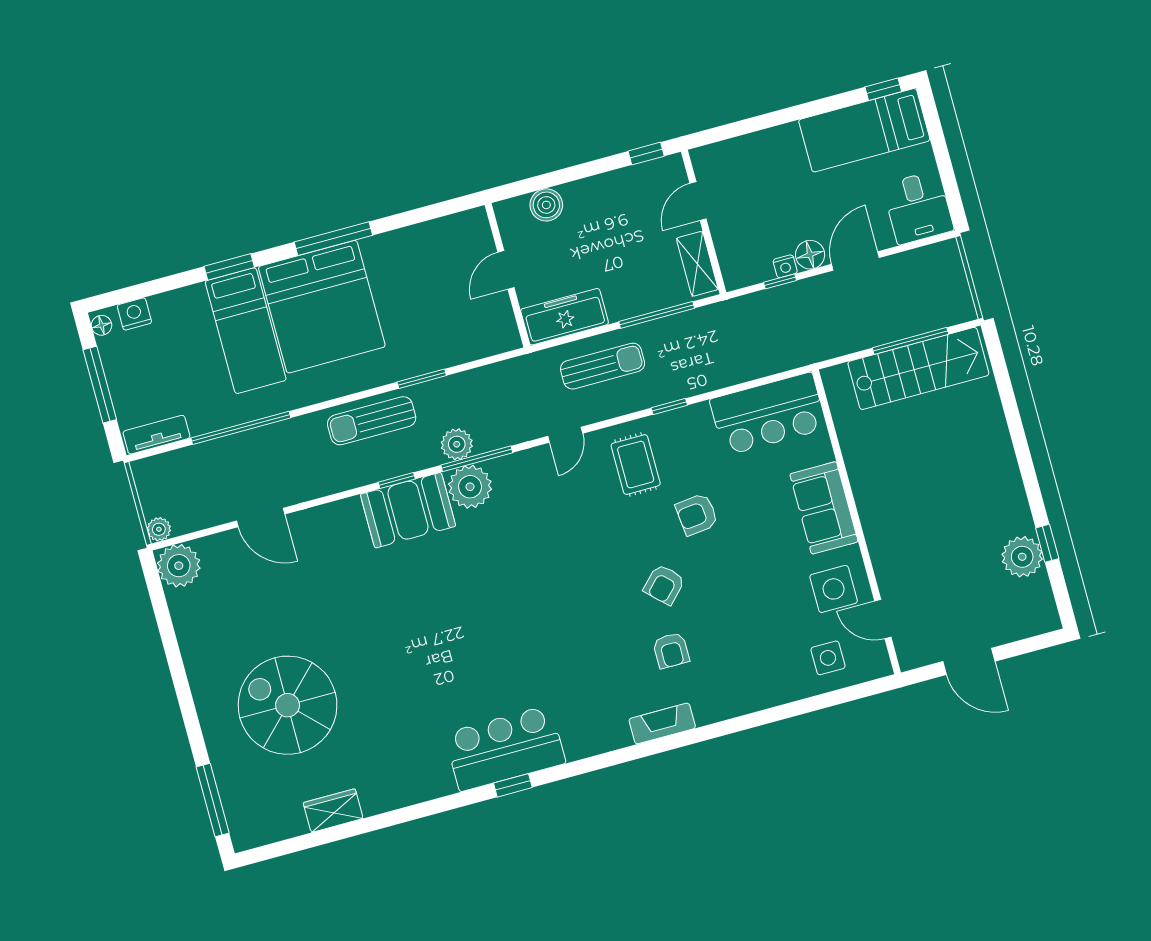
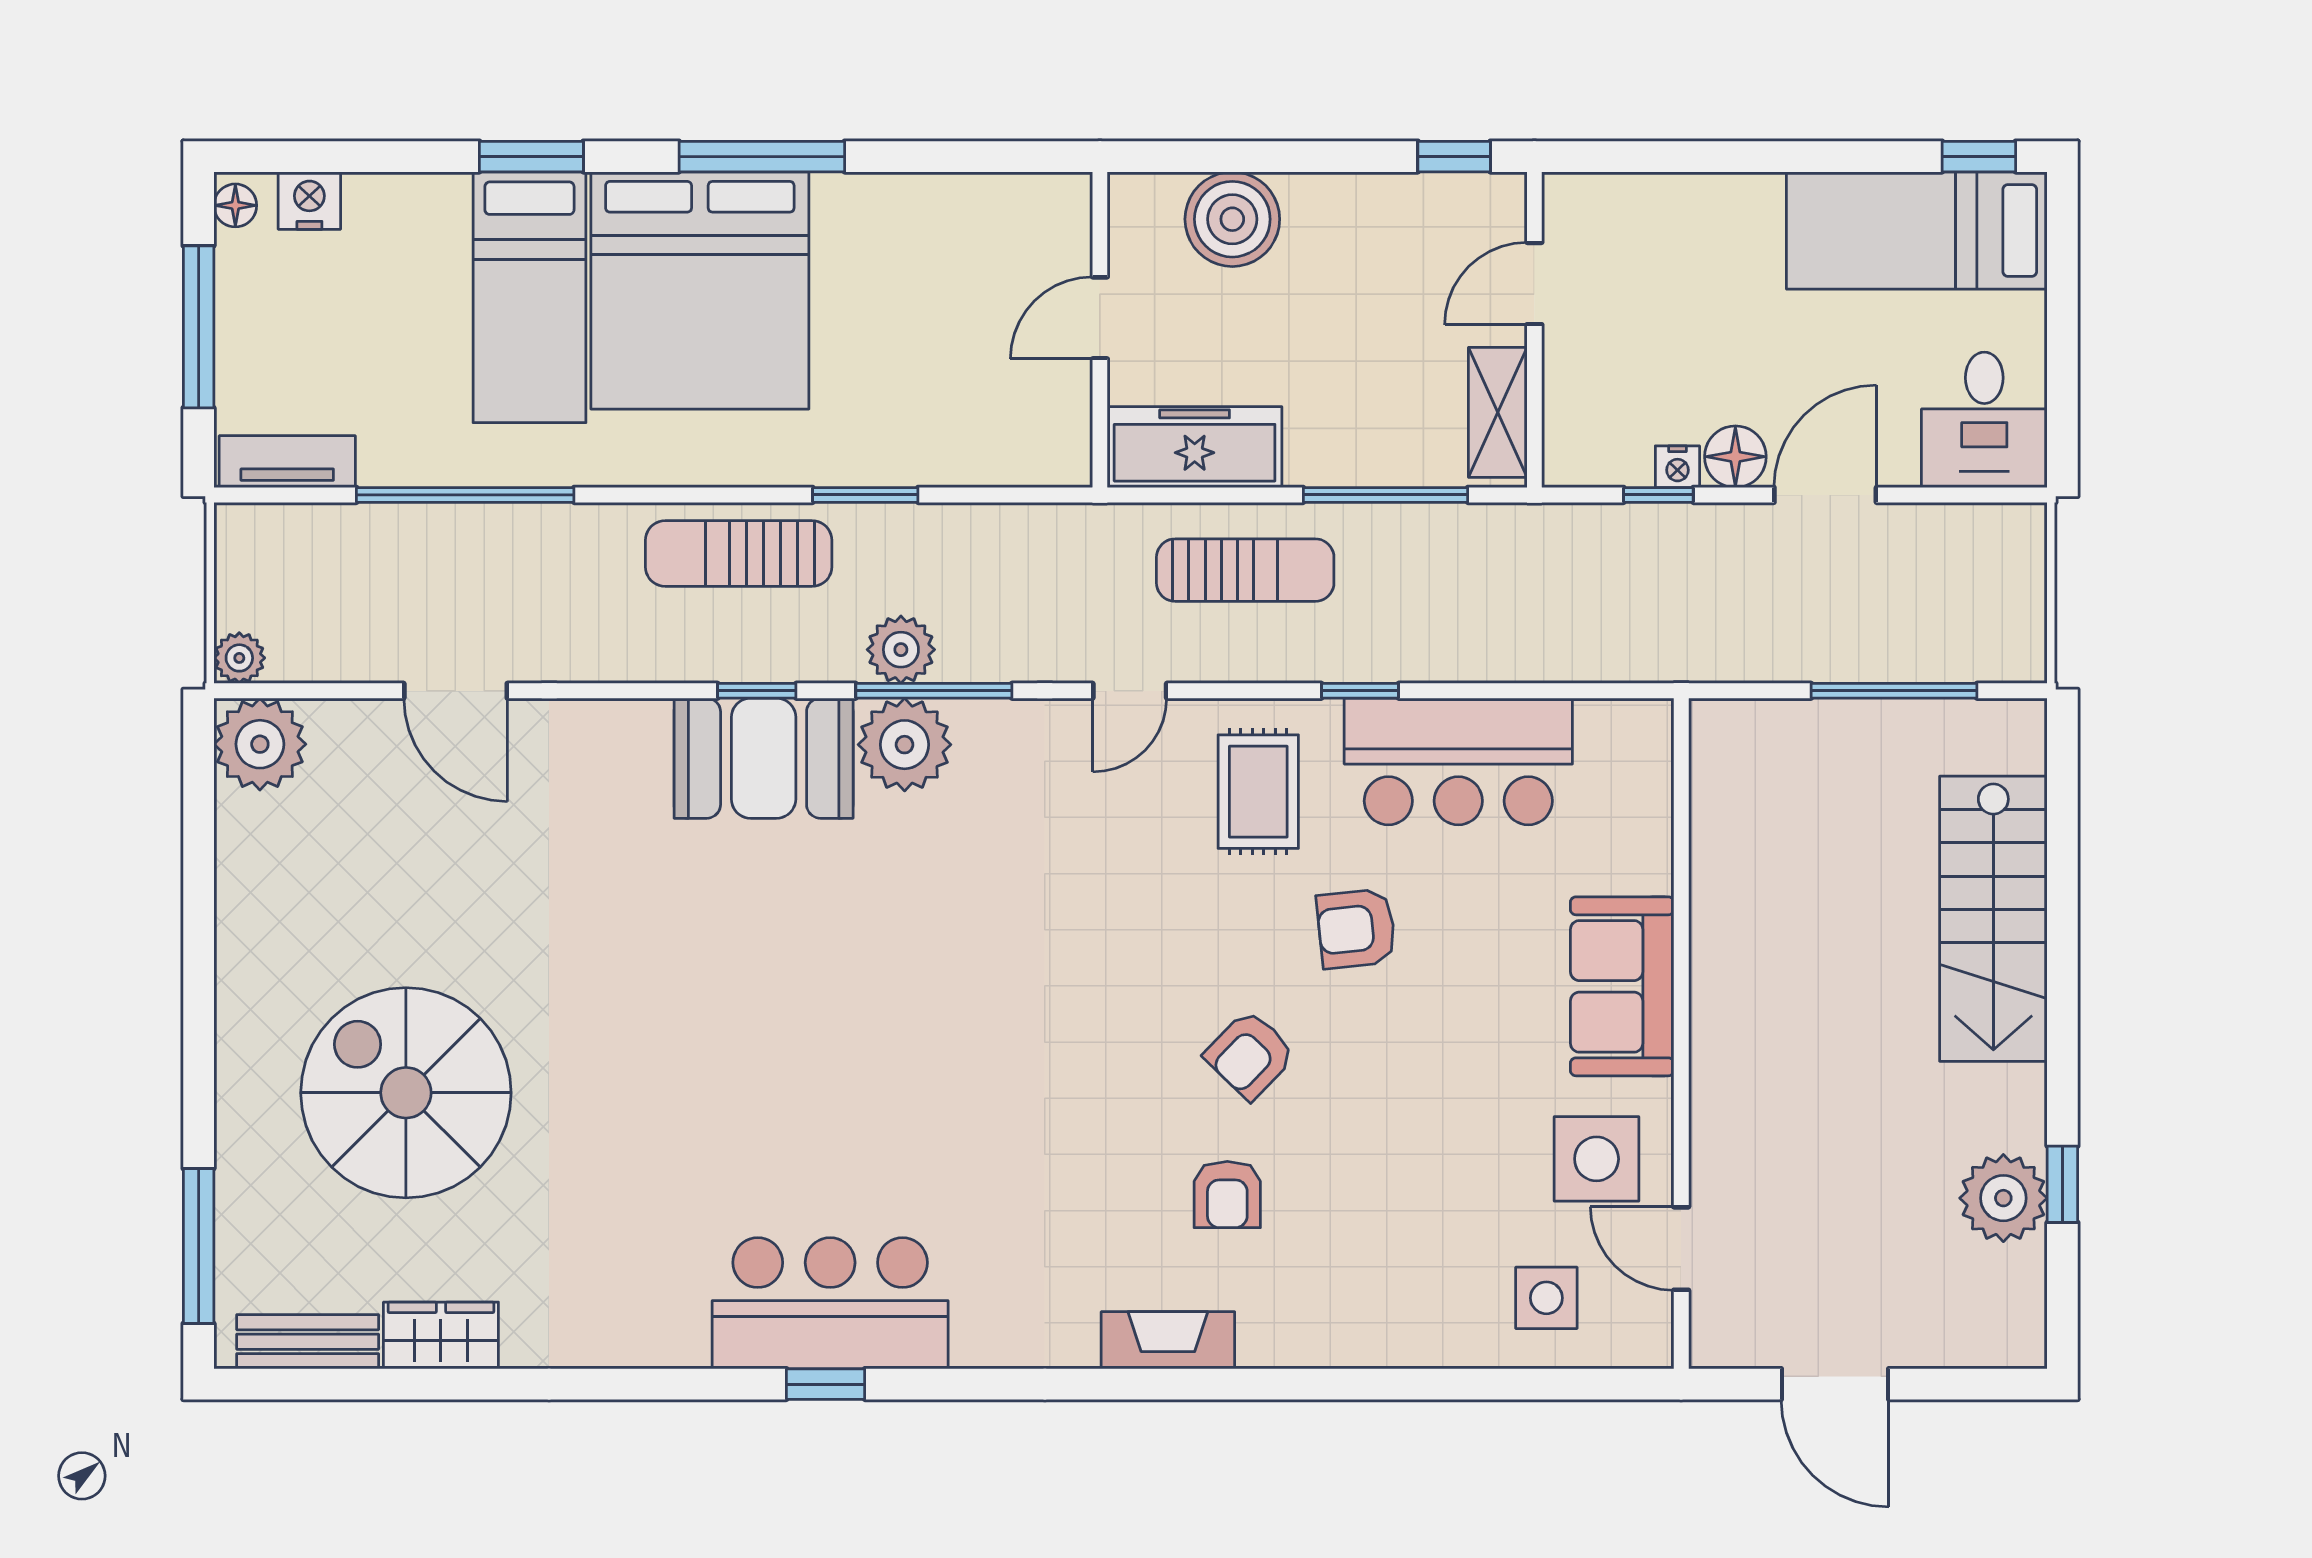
boiler: (546, 205) -> (1232, 219), width x1.37, depth x1.37
stairs: (918, 368) -> (1993, 919), moved, turned 90
bar counter: (768, 414) -> (1458, 761), moved
bench: (274, 830) -> (308, 1342), added

